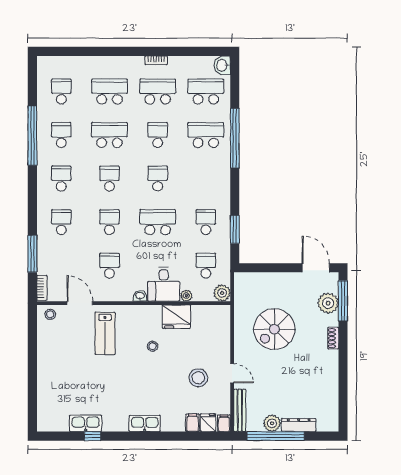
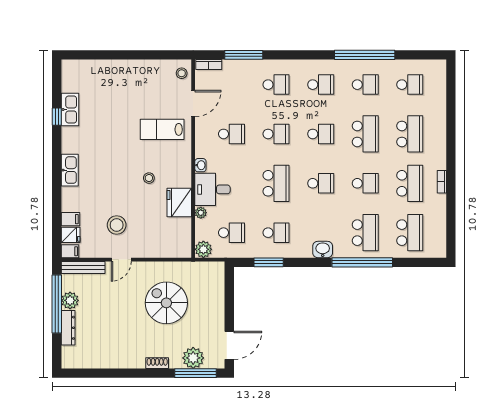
washbasin: (222, 65) -> (323, 249), moved

